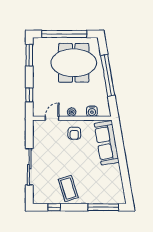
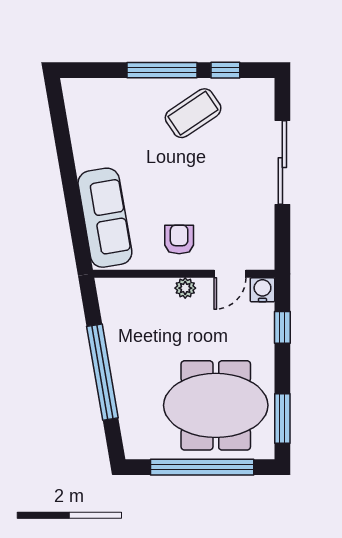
meeting table: (74, 63) -> (216, 405), moved
water cooler: (92, 111) -> (262, 290), moved
coffee table: (68, 188) -> (193, 113), turned 73
window: (103, 207) -> (162, 70), moved

